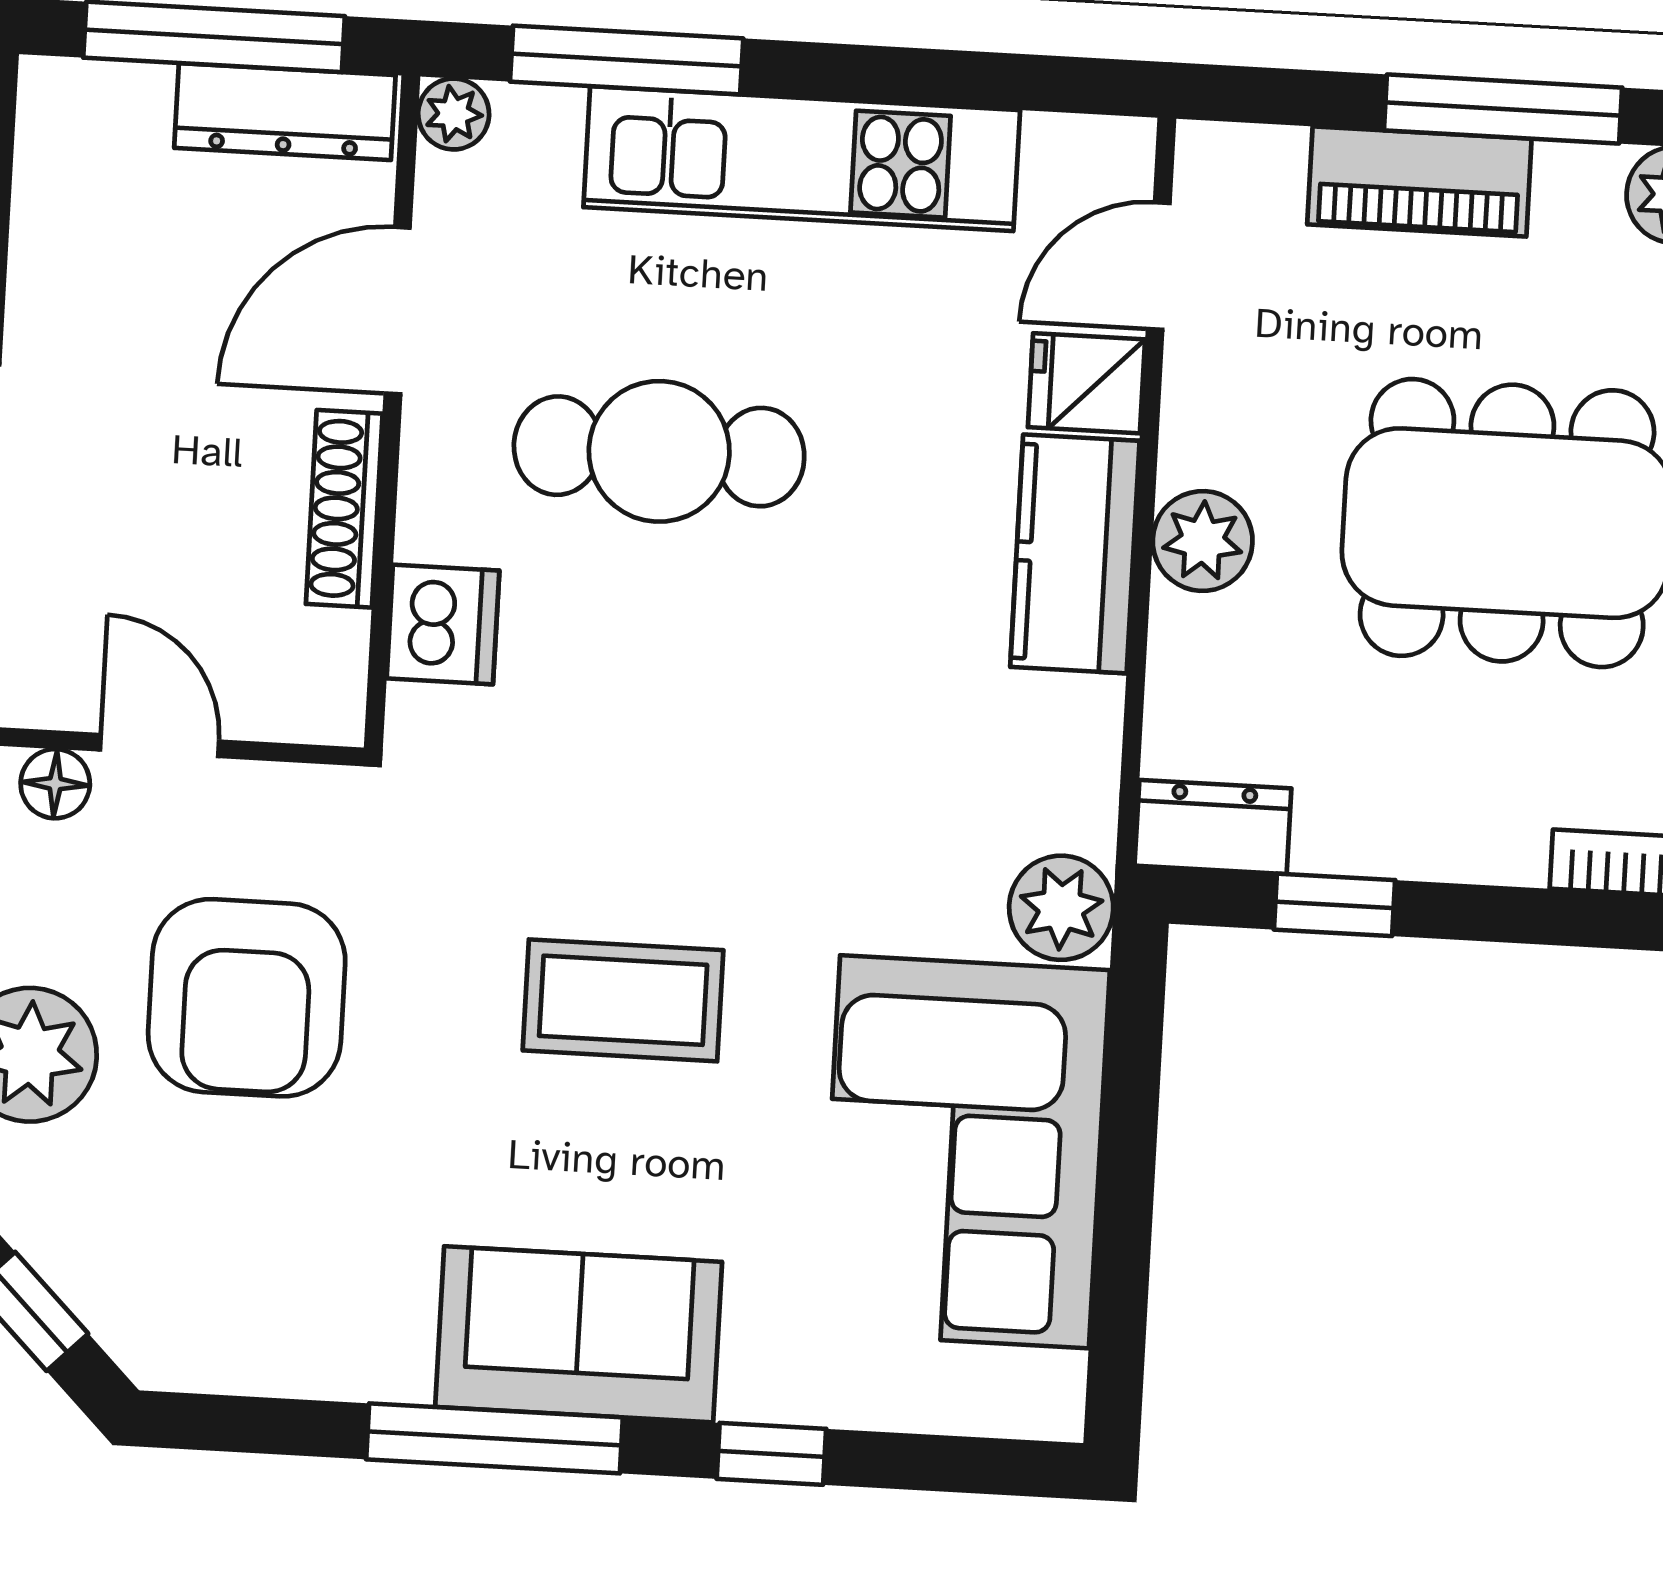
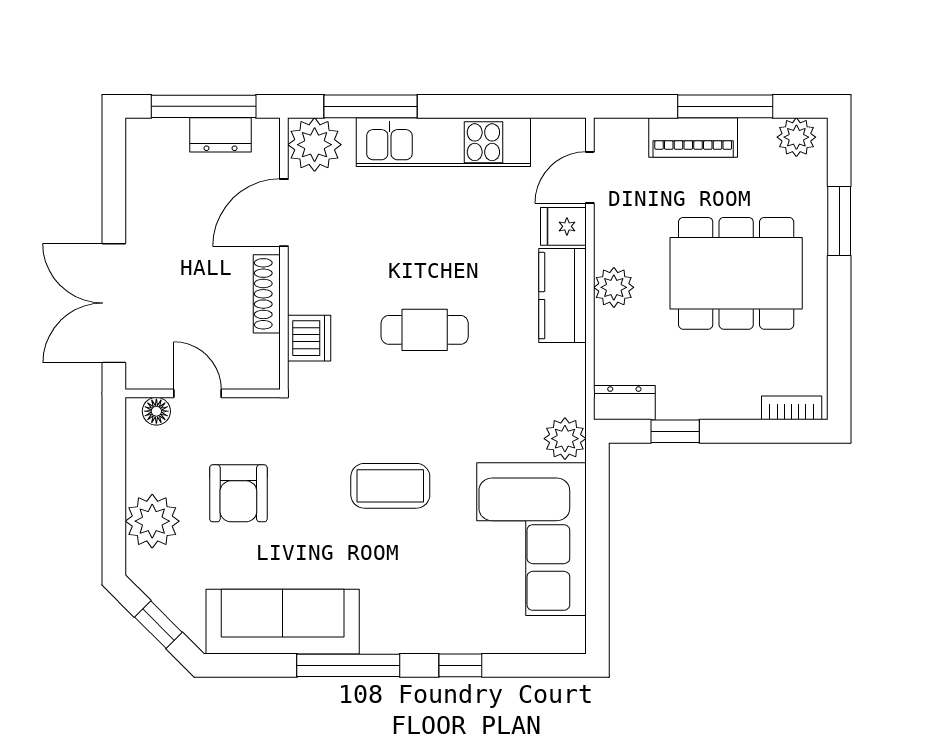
dresser: (285, 112) -> (221, 135), width x0.70
plant: (454, 114) -> (315, 145), width x1.88, depth x1.88
cafe table: (659, 451) -> (425, 330), moved, width x0.73, depth x0.74
armchair: (247, 998) -> (238, 493), width x0.73, depth x0.73
sofa: (579, 1334) -> (283, 622), moved, width x1.36

